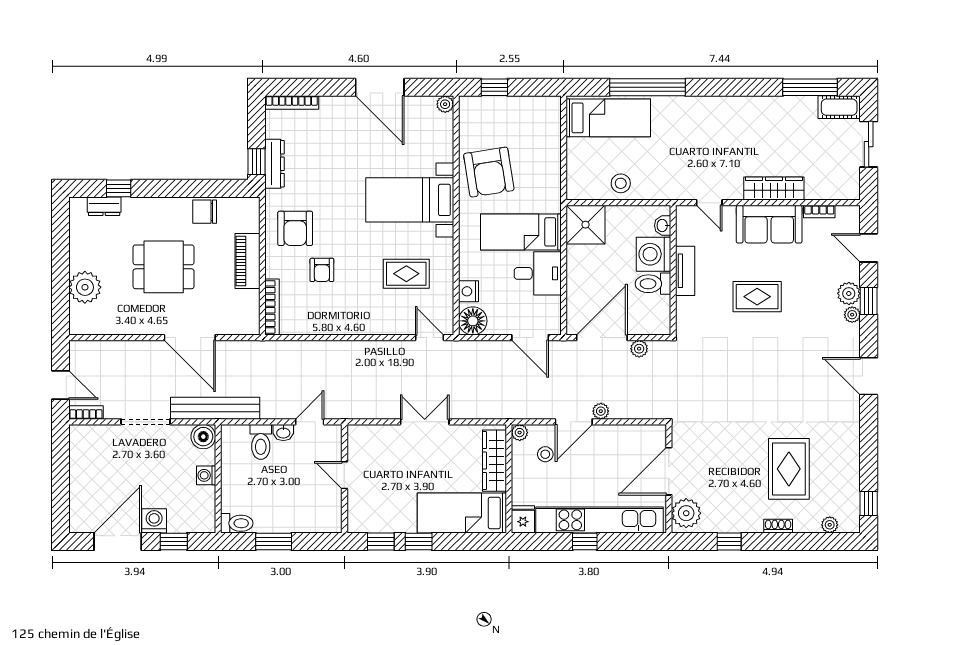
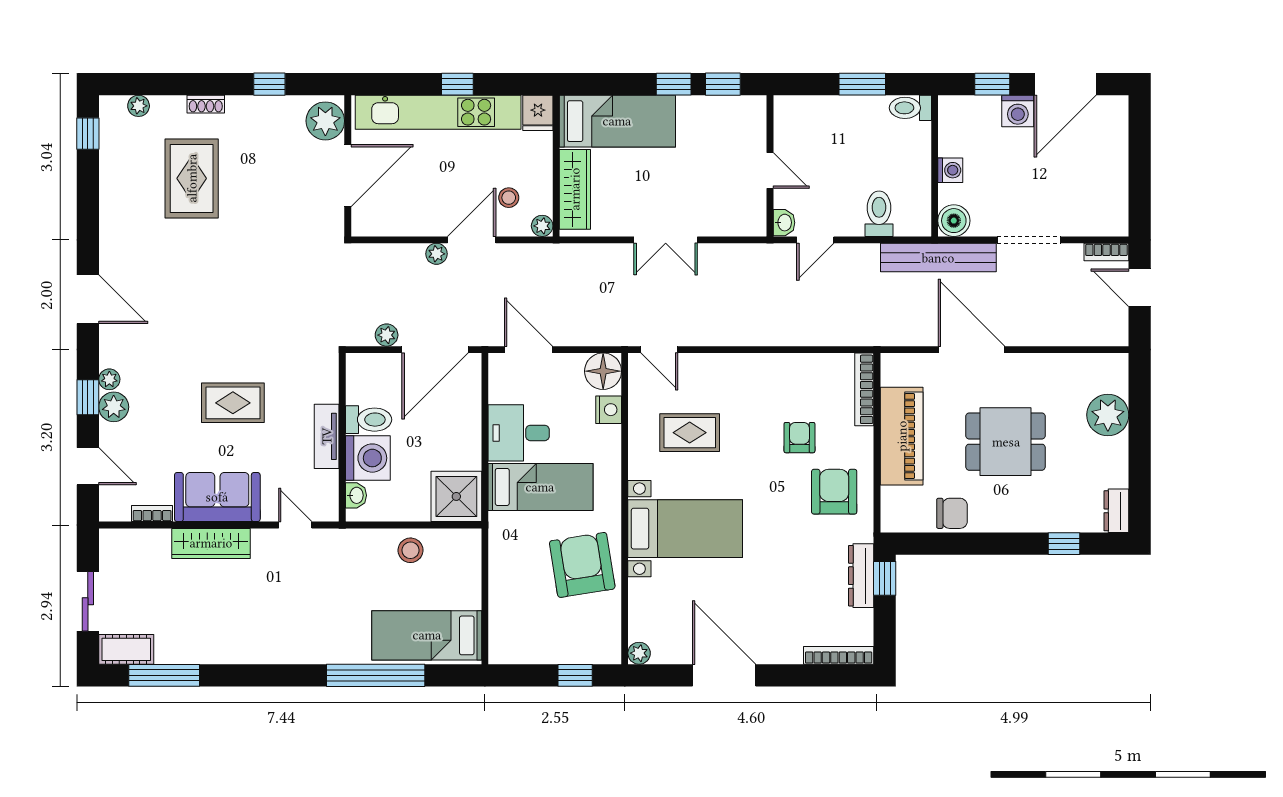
dresser: (104, 206) -> (1116, 511), moved, turned -90
piano: (247, 261) -> (902, 436), width x1.37, depth x1.33
washbasin: (283, 433) -> (784, 223), moved, turned 90

